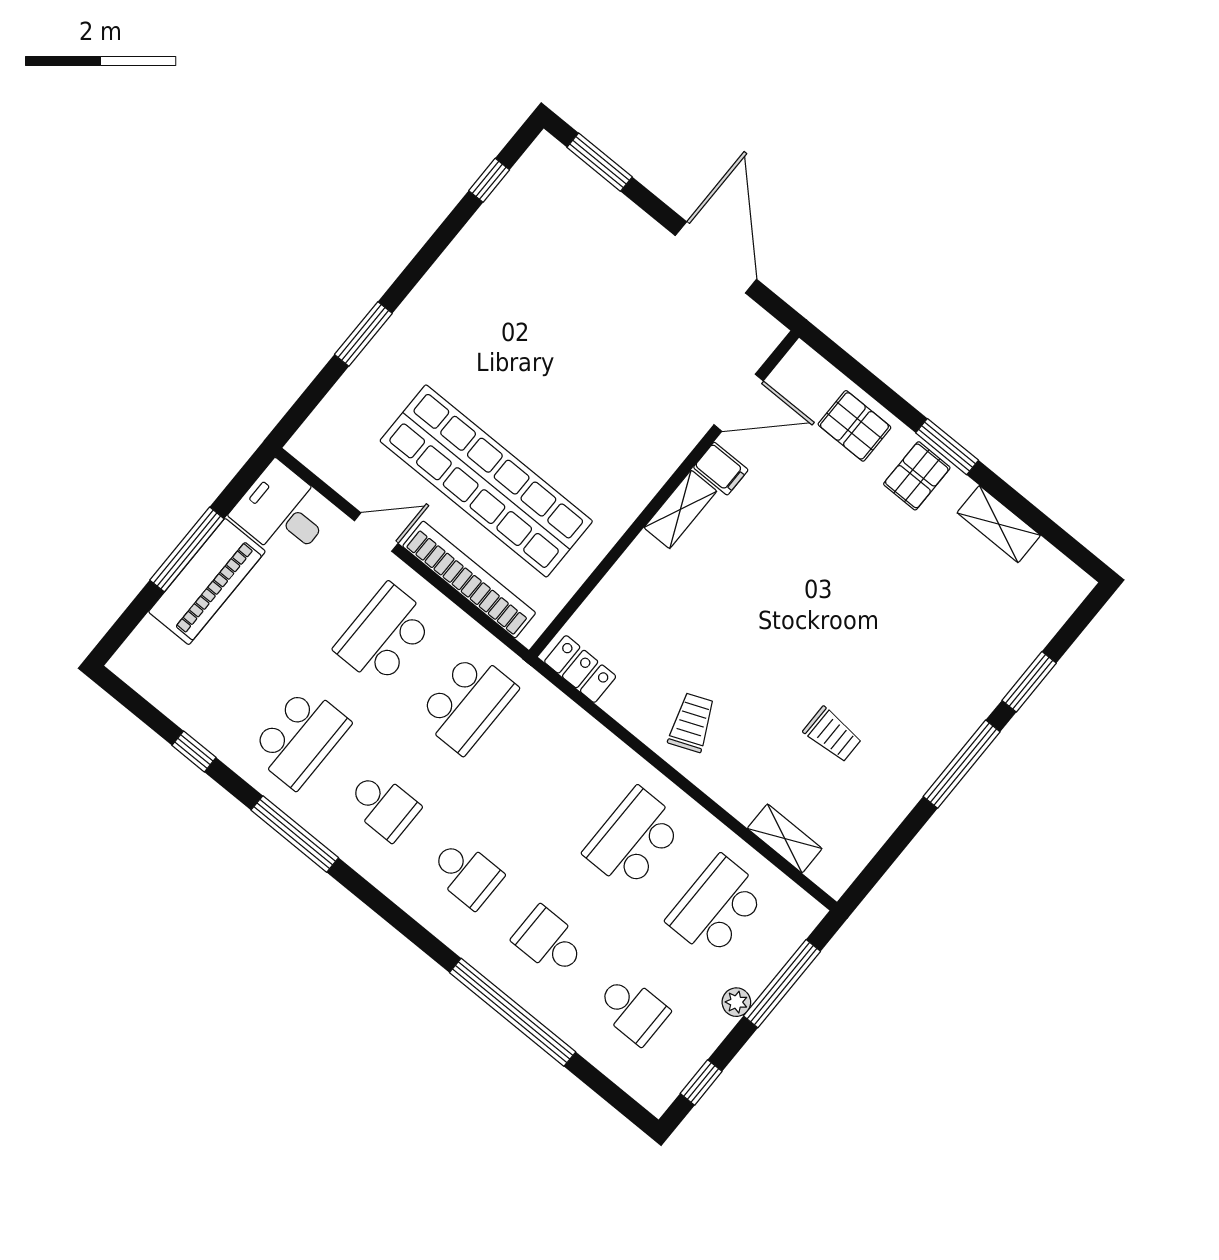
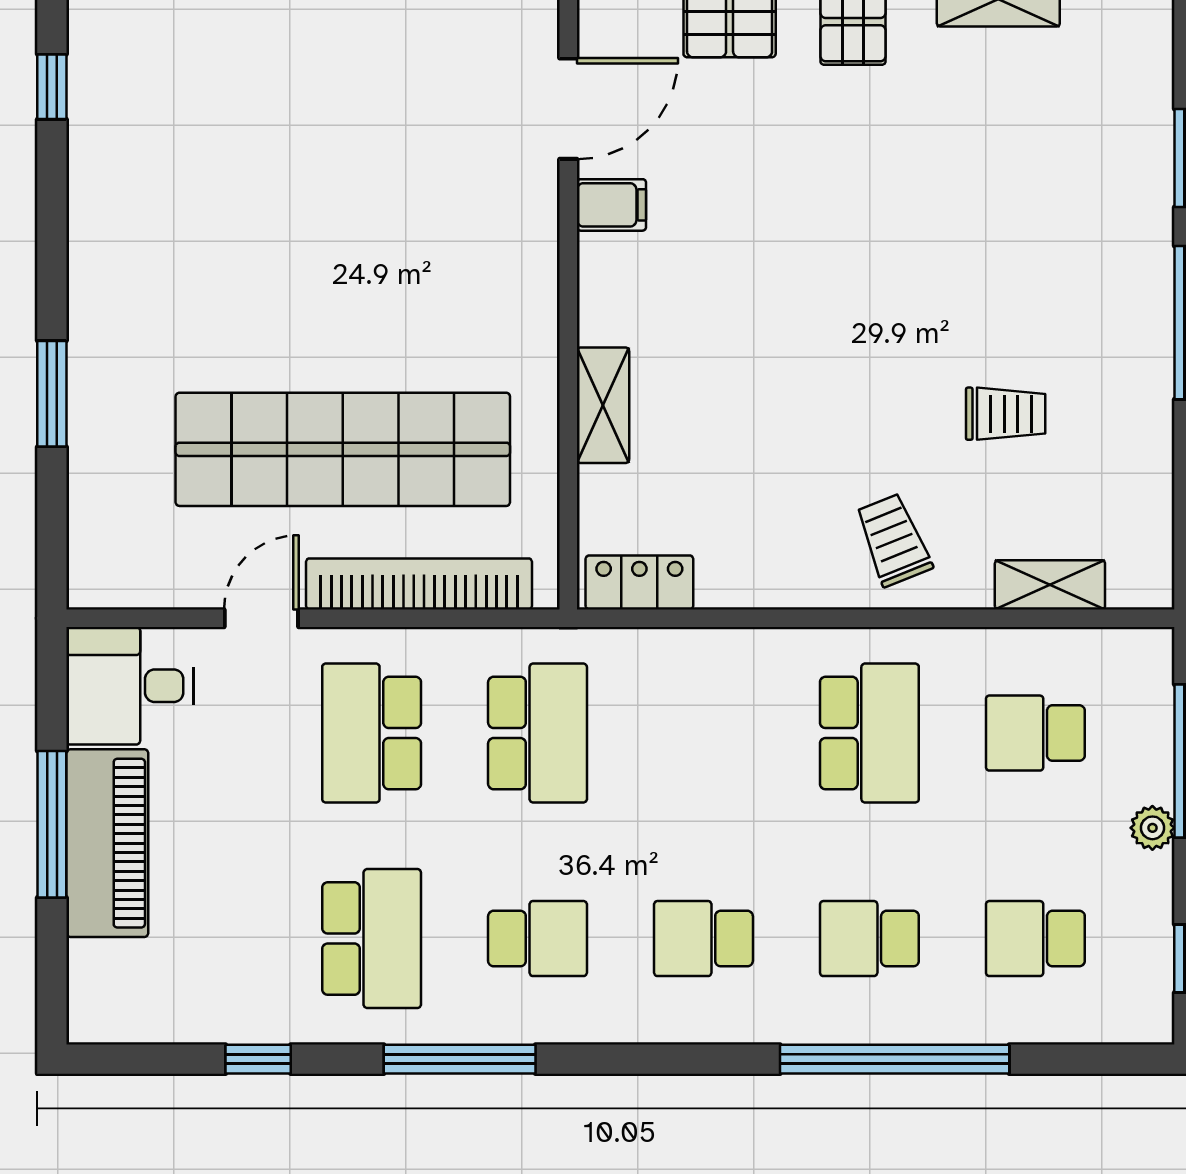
shelving: (680, 509) -> (603, 405), moved
trolley: (692, 723) -> (893, 540), moved
school desk: (634, 839) -> (869, 733), turned 180
school desk: (466, 874) -> (703, 939), turned 180
school desk: (717, 907) -> (1035, 733), width x0.54
school desk: (632, 1009) -> (1035, 939), turned 180

